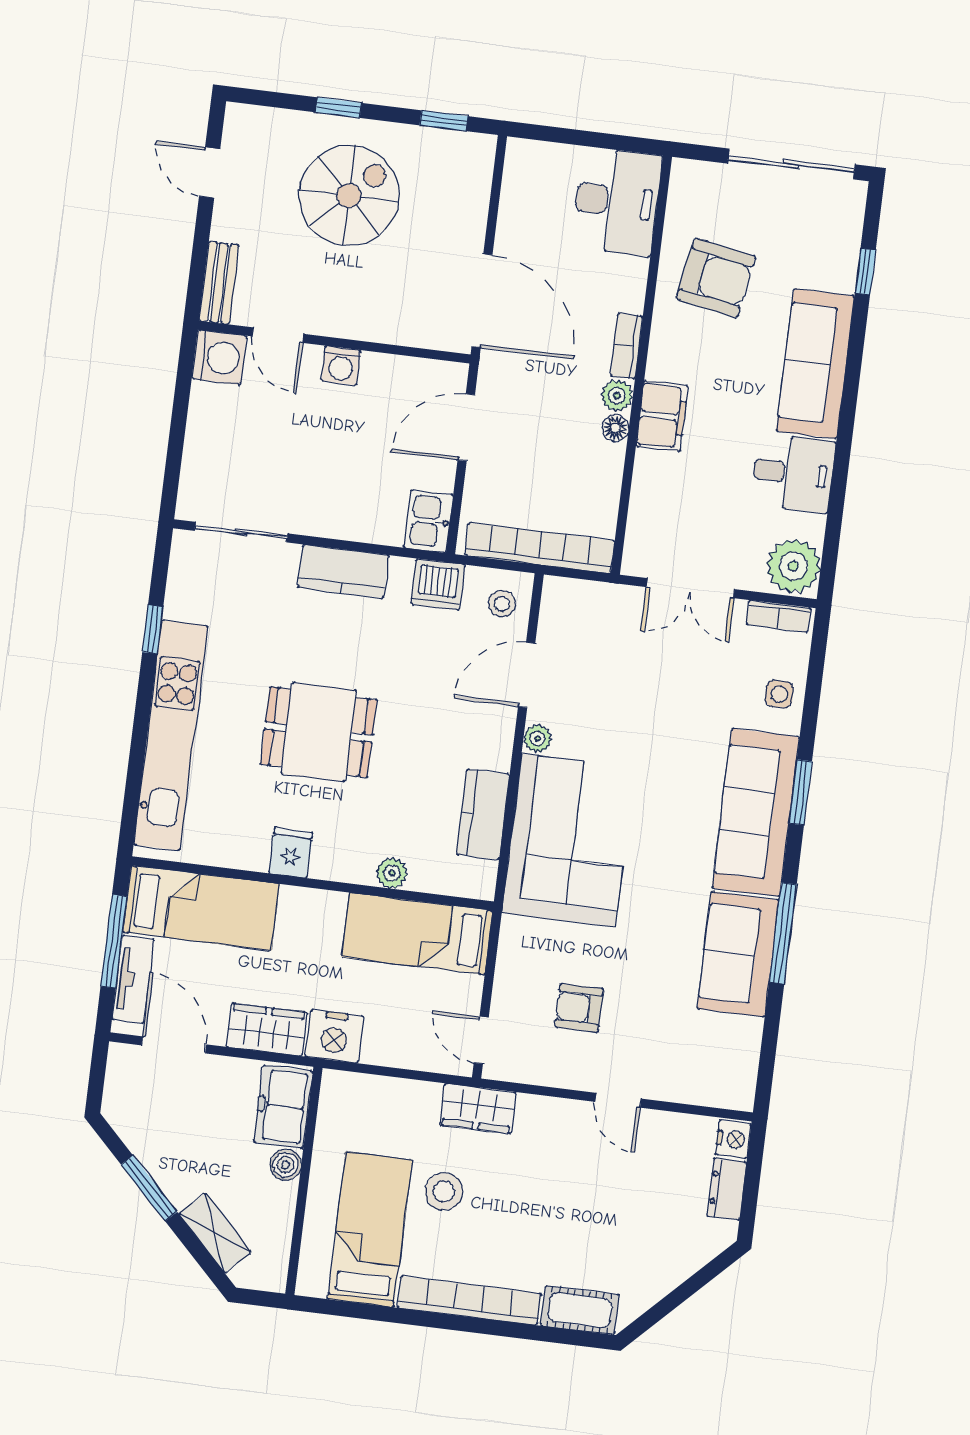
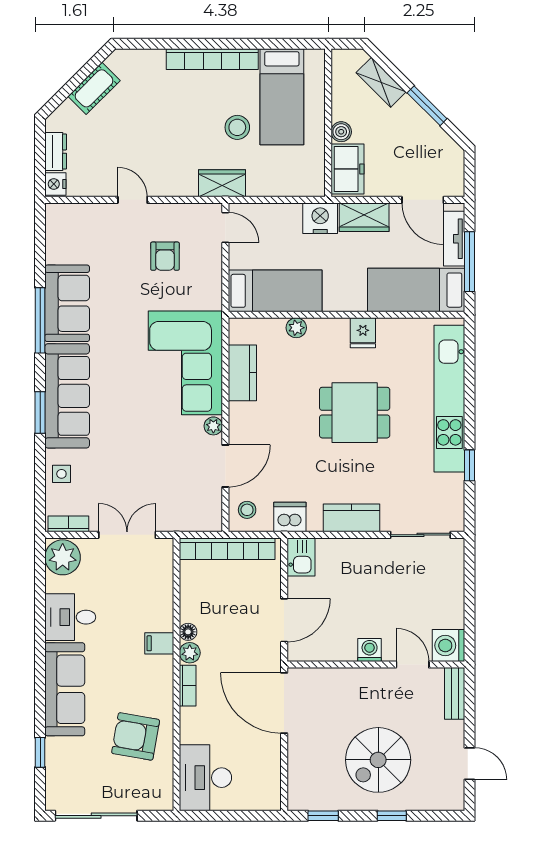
filing cabinet: (662, 416) -> (159, 643), width x0.50
armchair: (579, 1008) -> (165, 256), turned 90
cot: (580, 1310) -> (94, 88), moved, turned -45

